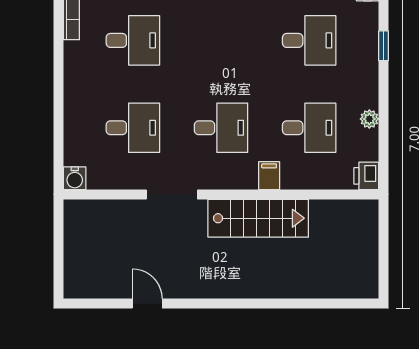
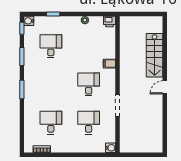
desk: (309, 128) -> (89, 46), removed
stairs: (258, 218) -> (155, 55), moved, turned 180
door: (147, 304) -> (165, 87), moved

